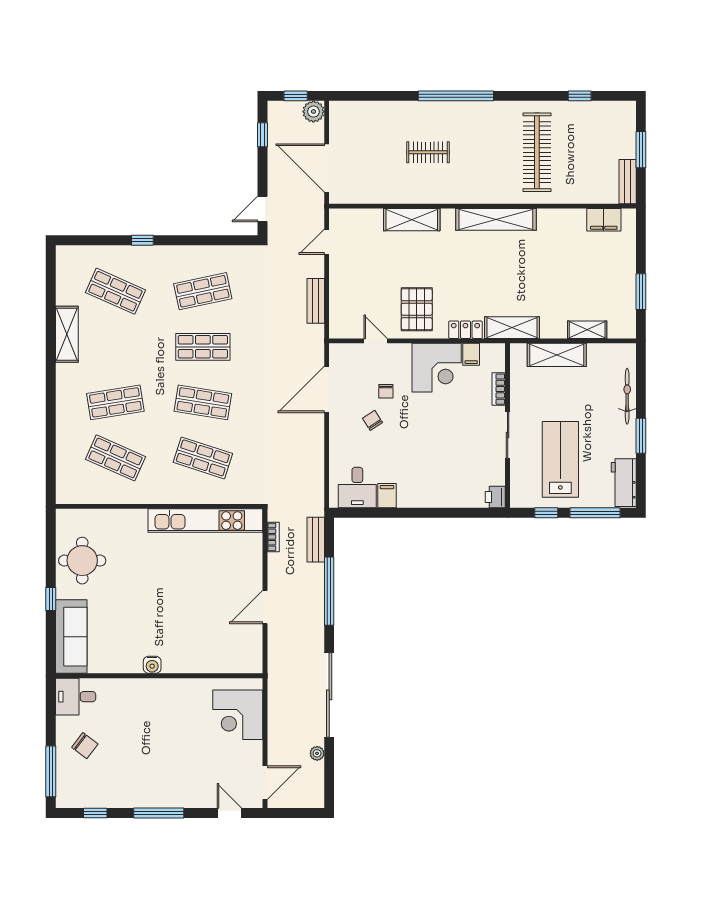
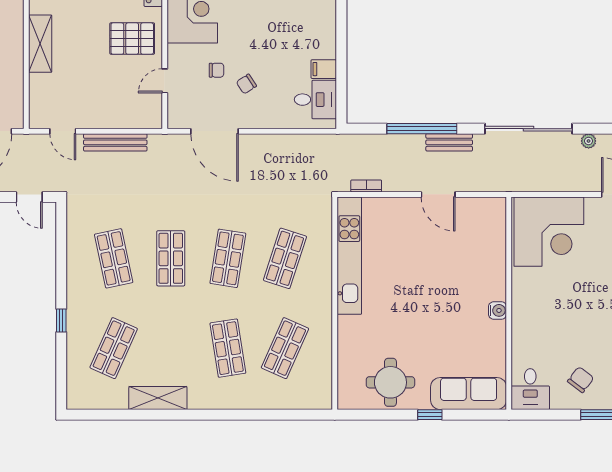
bench: (316, 301) -> (115, 142), width x1.36
bench: (316, 540) -> (449, 142), moved
corner desk: (238, 715) -> (549, 232), width x1.36, depth x1.36

